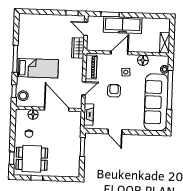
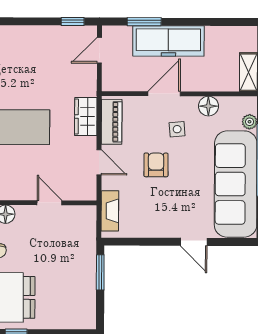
door: (86, 29) -> (99, 50), hinge flipped
wardrobe: (78, 48) -> (86, 117), moved
door: (84, 88) -> (99, 162), hinge flipped
door: (57, 109) -> (49, 203), width x0.53
door: (115, 132) -> (194, 242), moved

